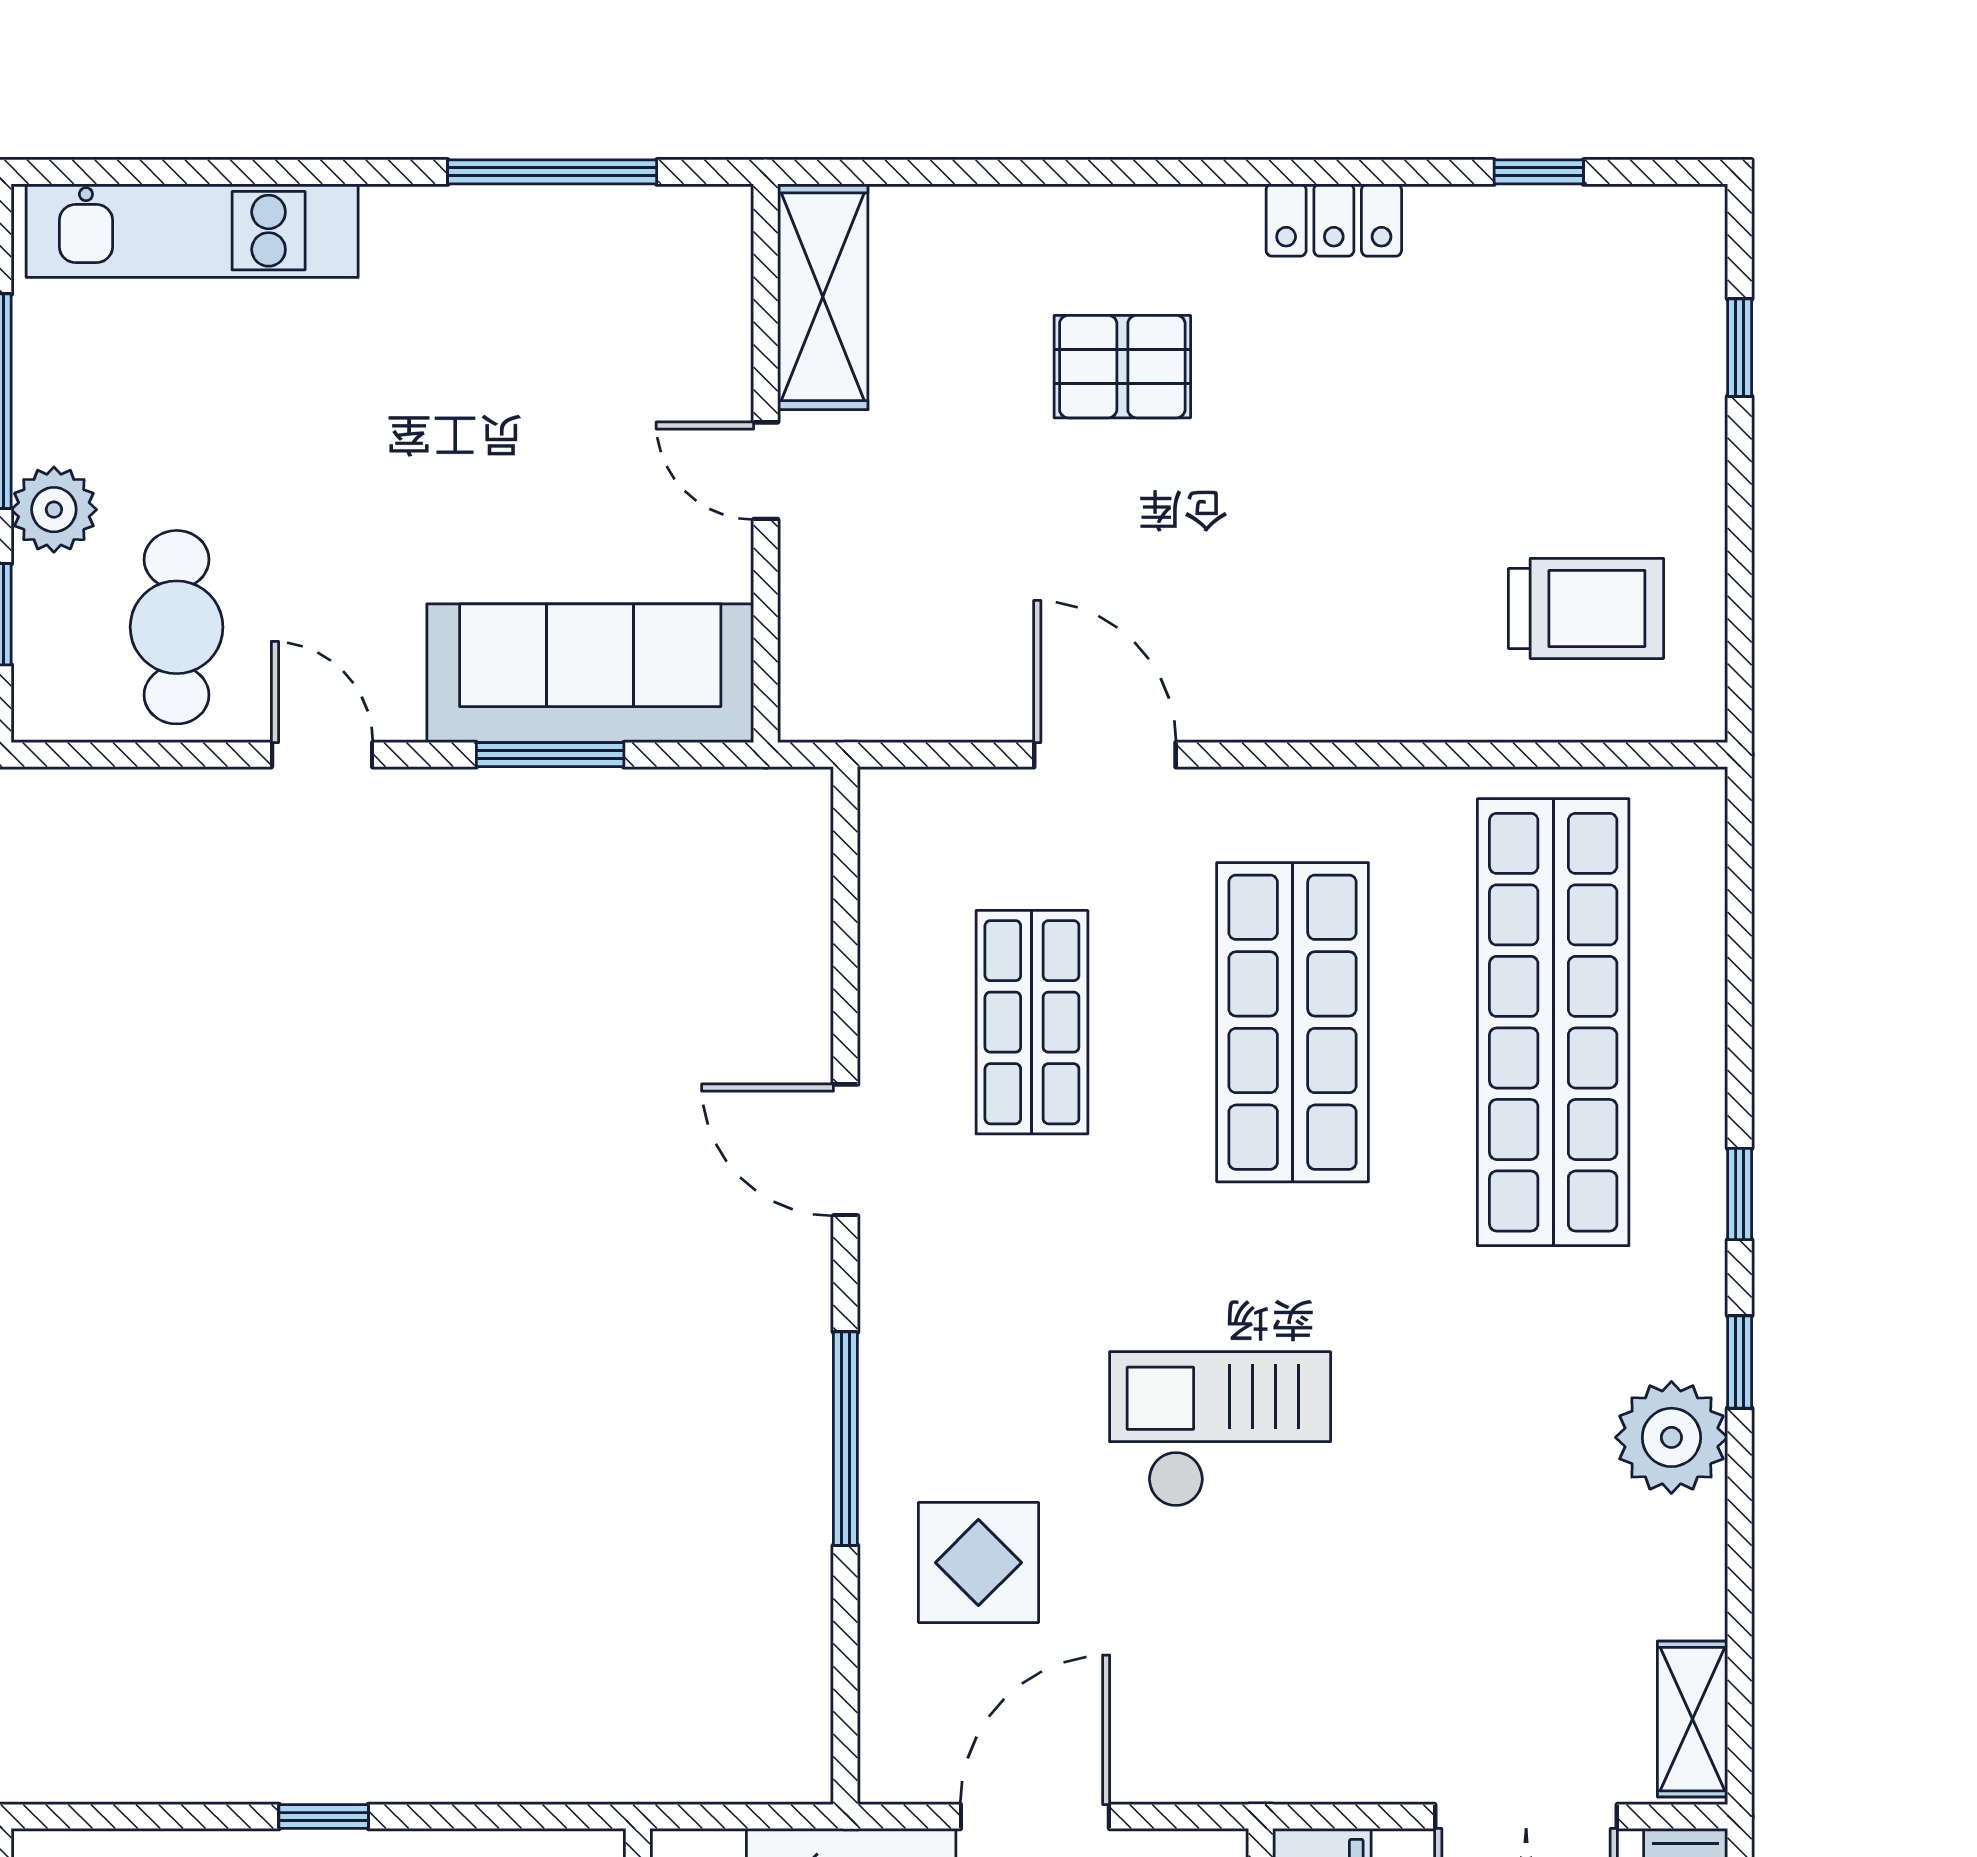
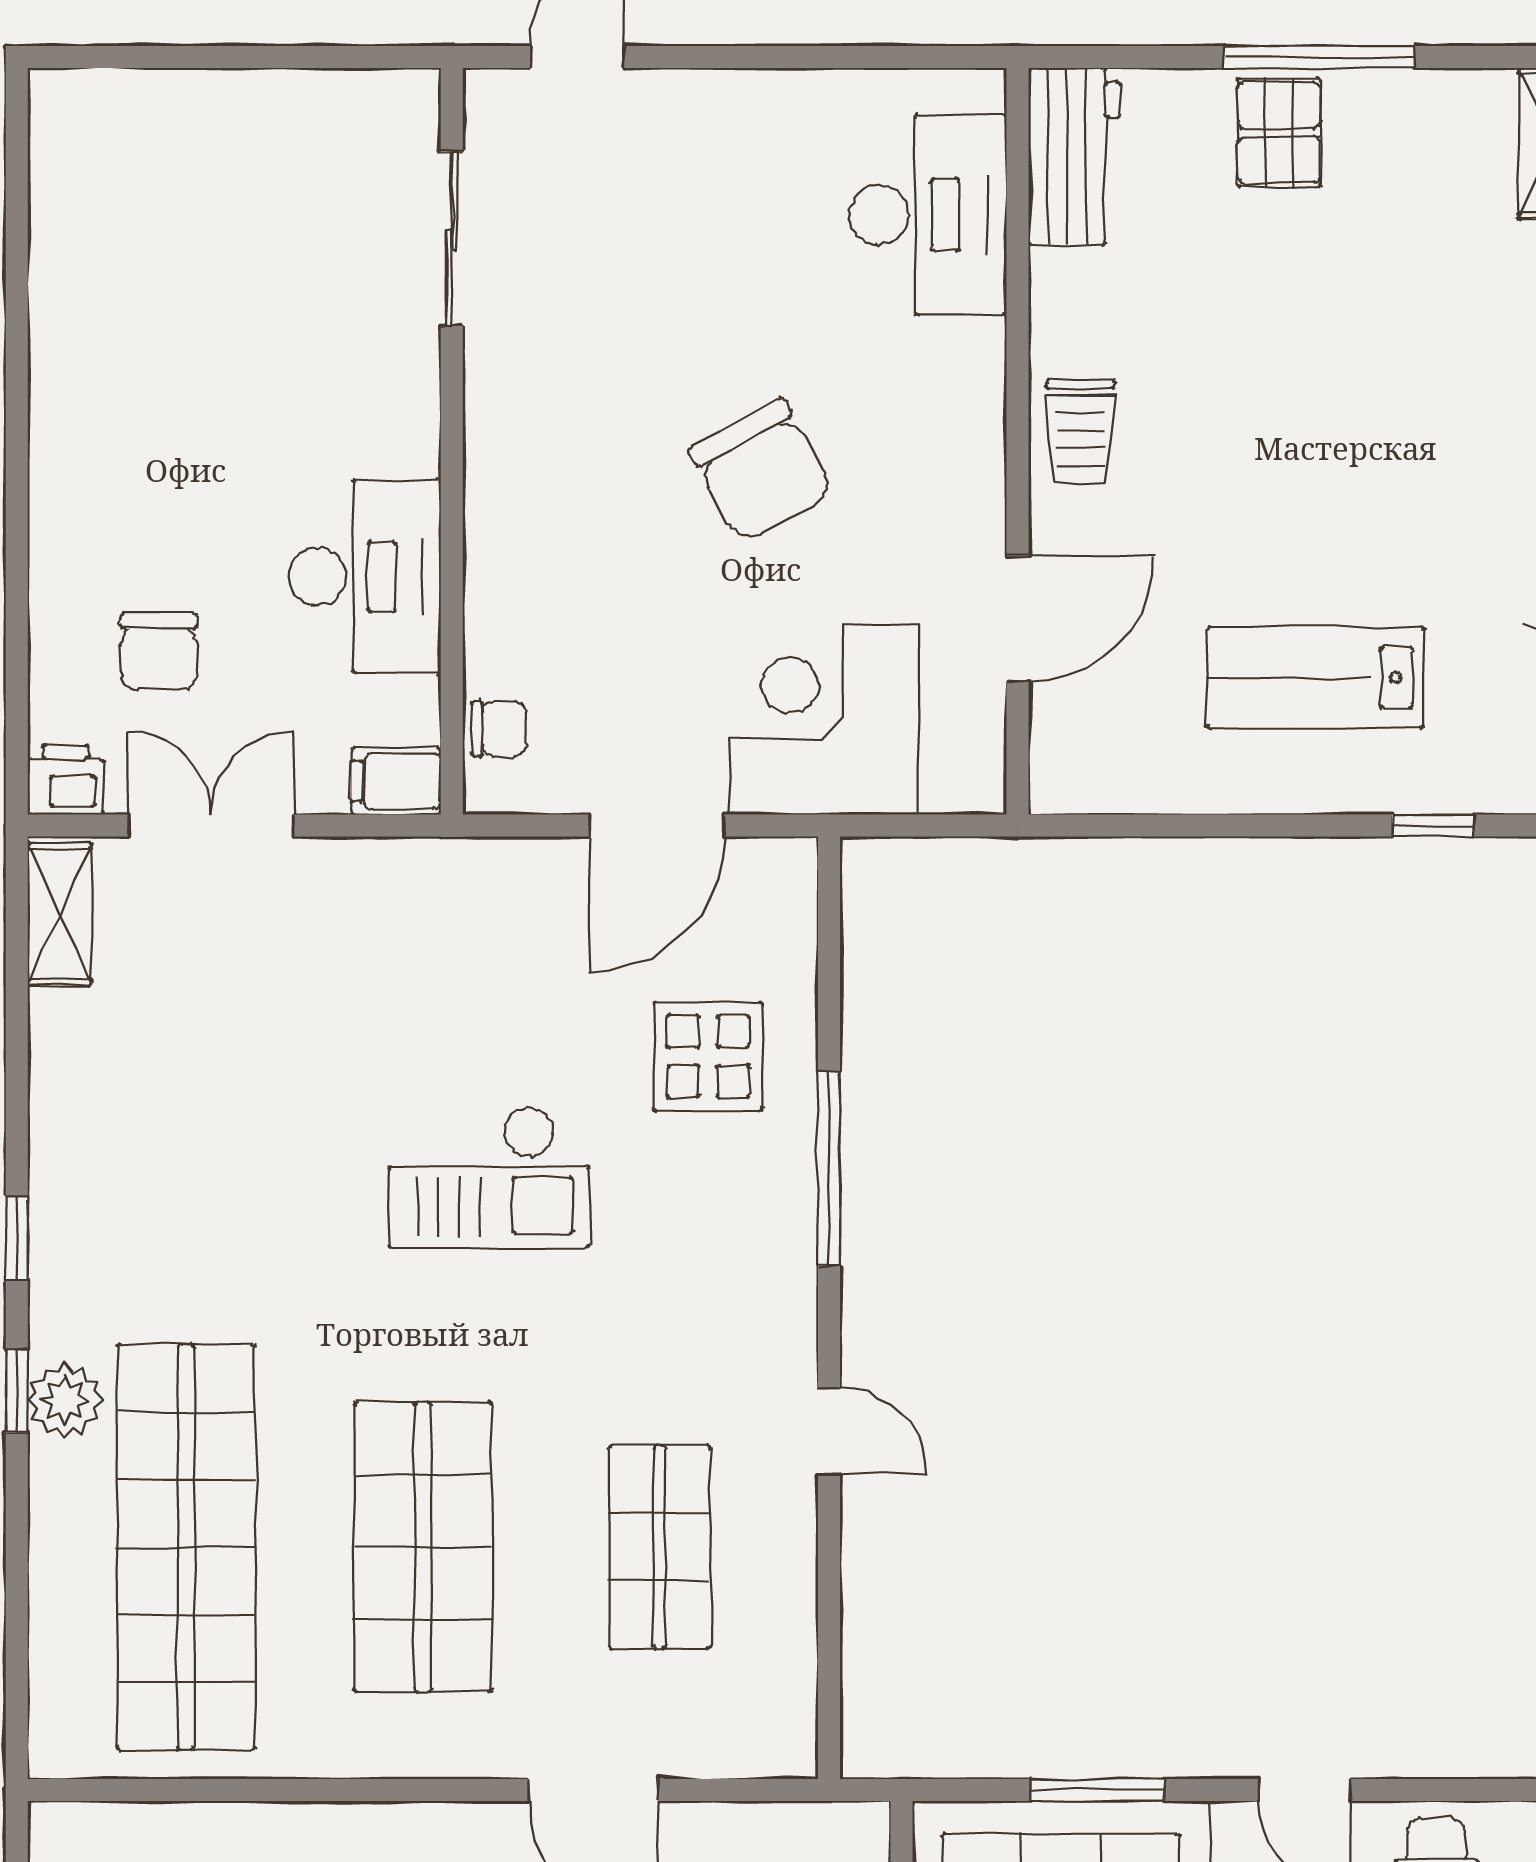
door: (845, 1150) -> (829, 1431), width x0.73
plant: (1671, 1437) -> (65, 1400), moved, width x0.73, depth x0.73
window: (324, 1817) -> (1433, 826), moved

